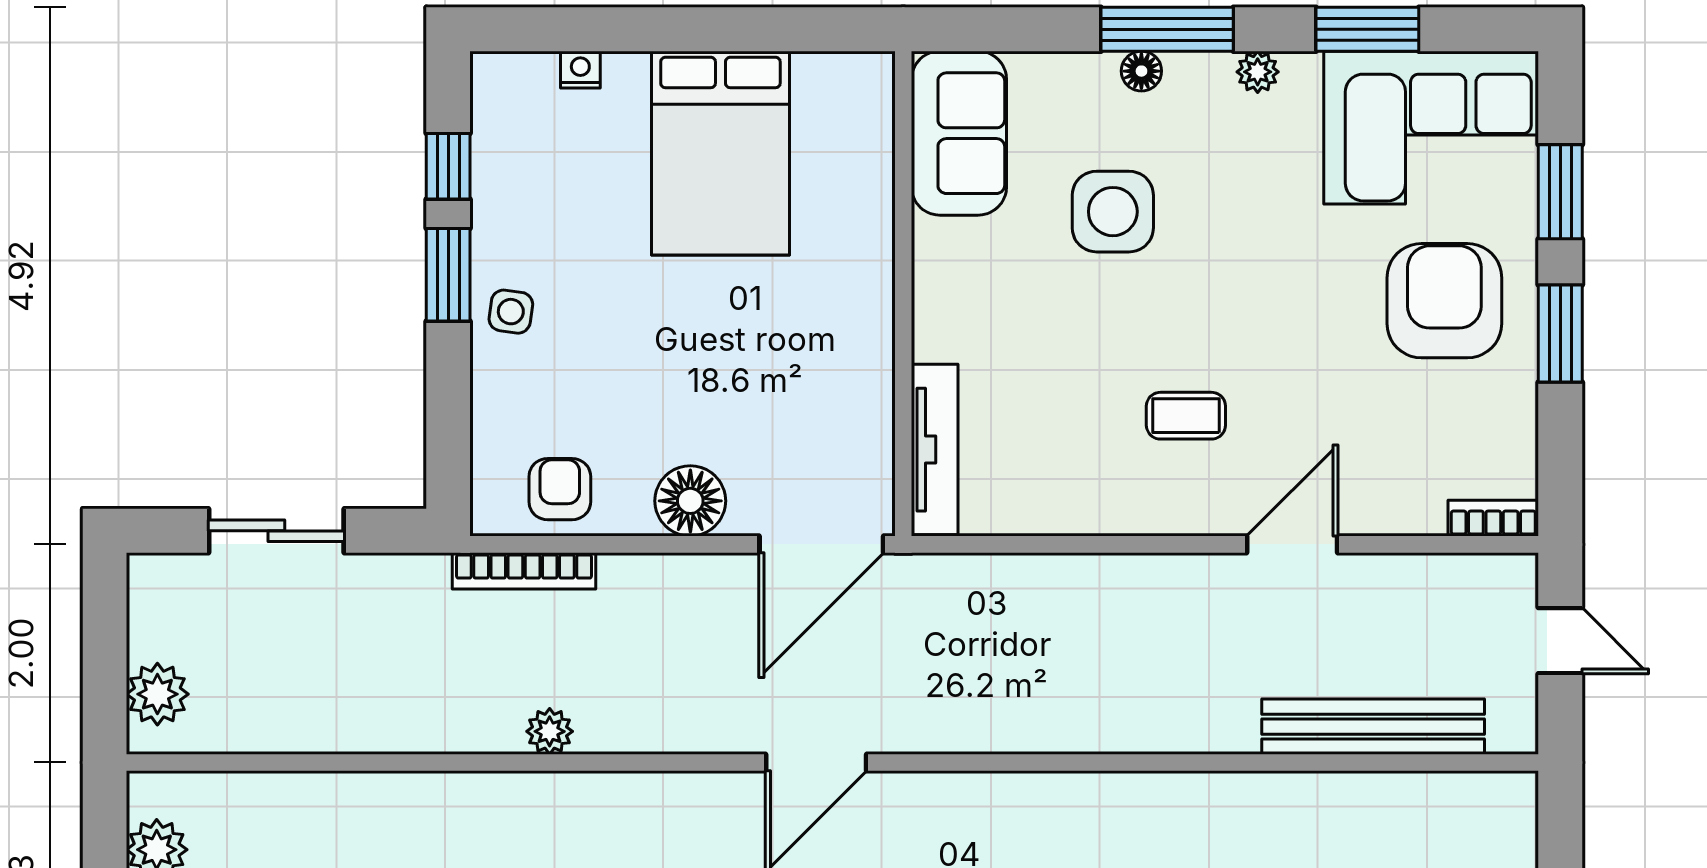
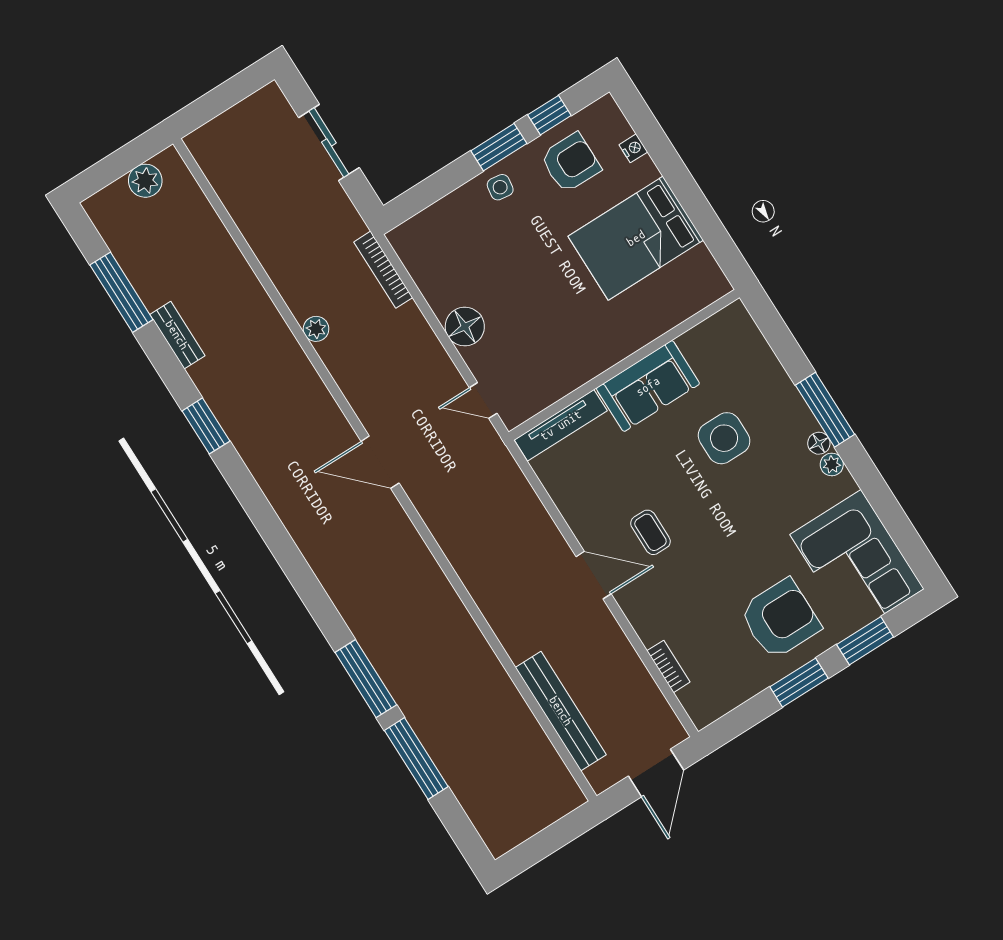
window: (1367, 29) -> (884, 503), removed
floor lamp: (1141, 71) -> (819, 443), moved
sofa: (959, 133) -> (648, 386), moved
armchair: (560, 489) -> (571, 163), moved, width x1.38, depth x1.38
bookcase: (1493, 518) -> (668, 666), moved
door: (821, 544) -> (483, 400), width x0.53
door: (1292, 544) -> (594, 575), moved
door: (1560, 641) -> (656, 773), width x1.37
plant: (157, 694) -> (218, 135), removed

